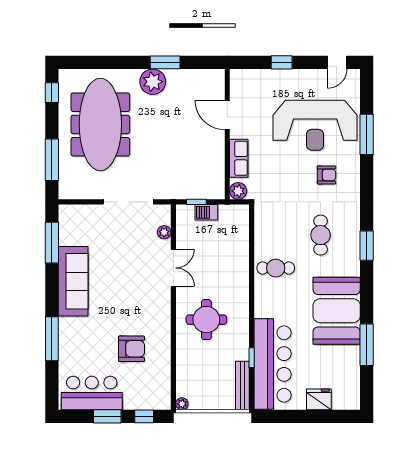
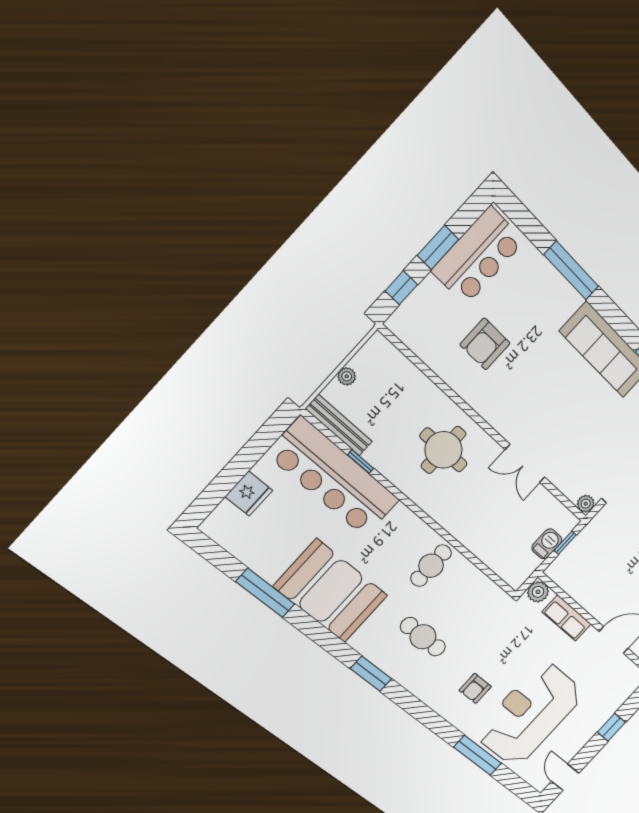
plant: (164, 232) -> (586, 504), moved
plant: (182, 404) -> (347, 376), moved

